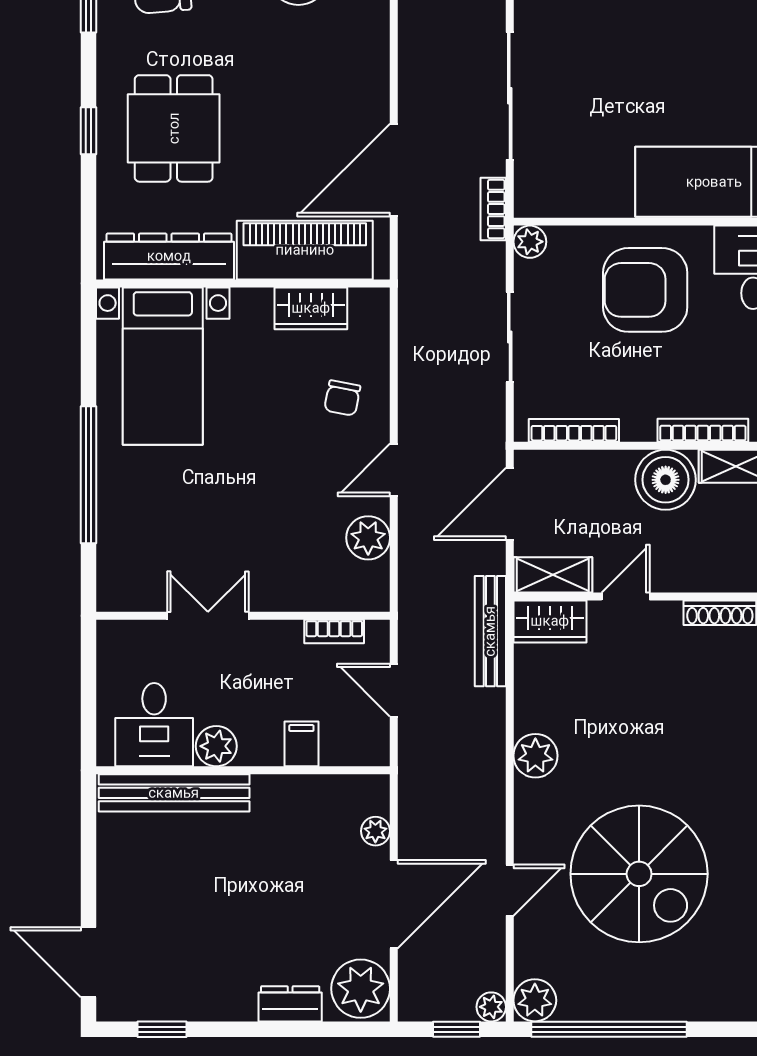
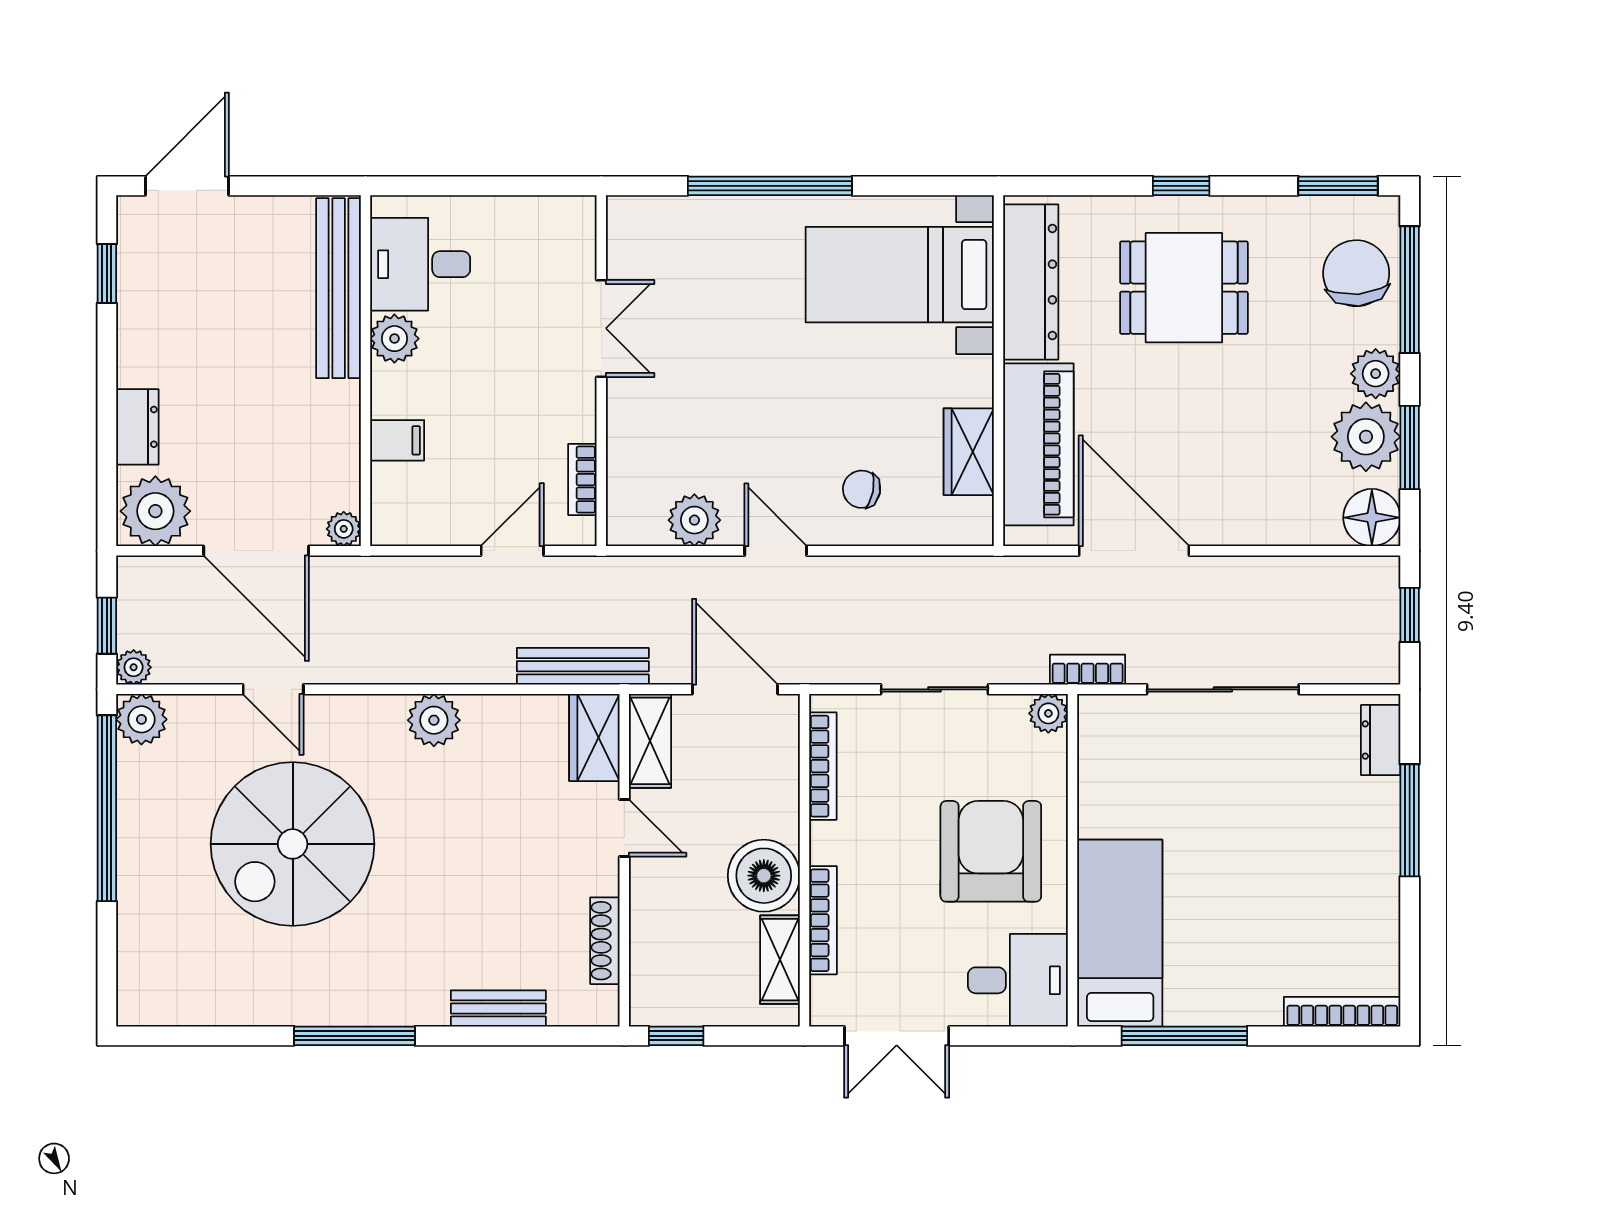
desk: (154, 725) -> (420, 264), moved
filing cabinet: (301, 744) -> (397, 440), moved
plant: (216, 746) -> (394, 339), moved
wall: (243, 770) -> (366, 371), moved
bench: (174, 793) -> (339, 288), moved

